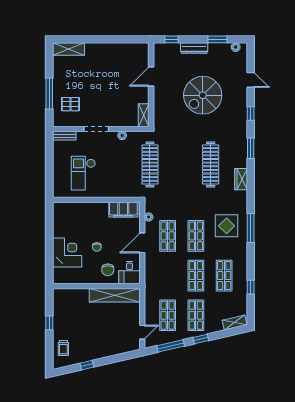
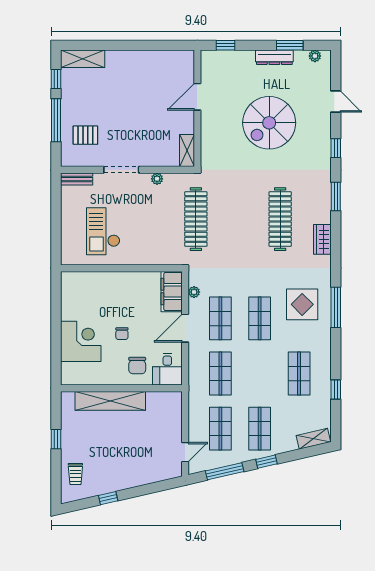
dresser: (194, 48) -> (274, 57), moved
window: (49, 64) -> (56, 79), added
filing cabinet: (123, 210) -> (172, 292), moved, turned 90
shop shelf: (196, 276) -> (220, 374), moved
shelving: (115, 295) -> (110, 401), moved

